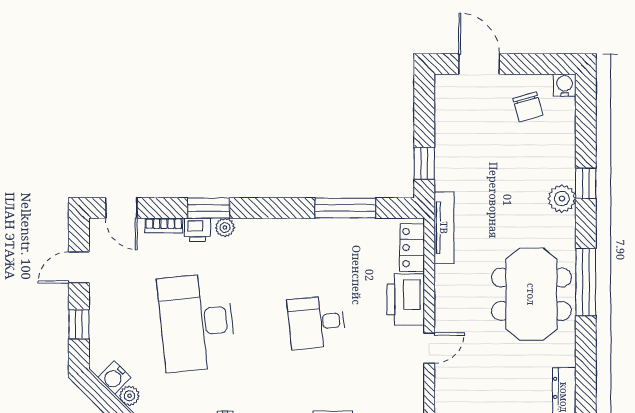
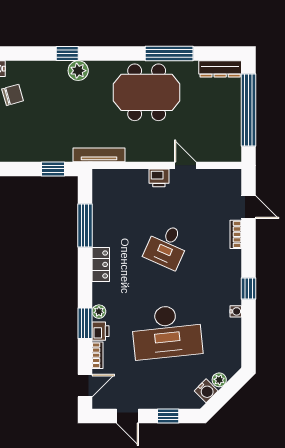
locker: (412, 248) -> (101, 264), moved, turned -90
window: (586, 282) -> (169, 53), moved
printer: (406, 299) -> (159, 178), width x0.53, depth x0.68
desk: (317, 322) -> (167, 246), turned 30

